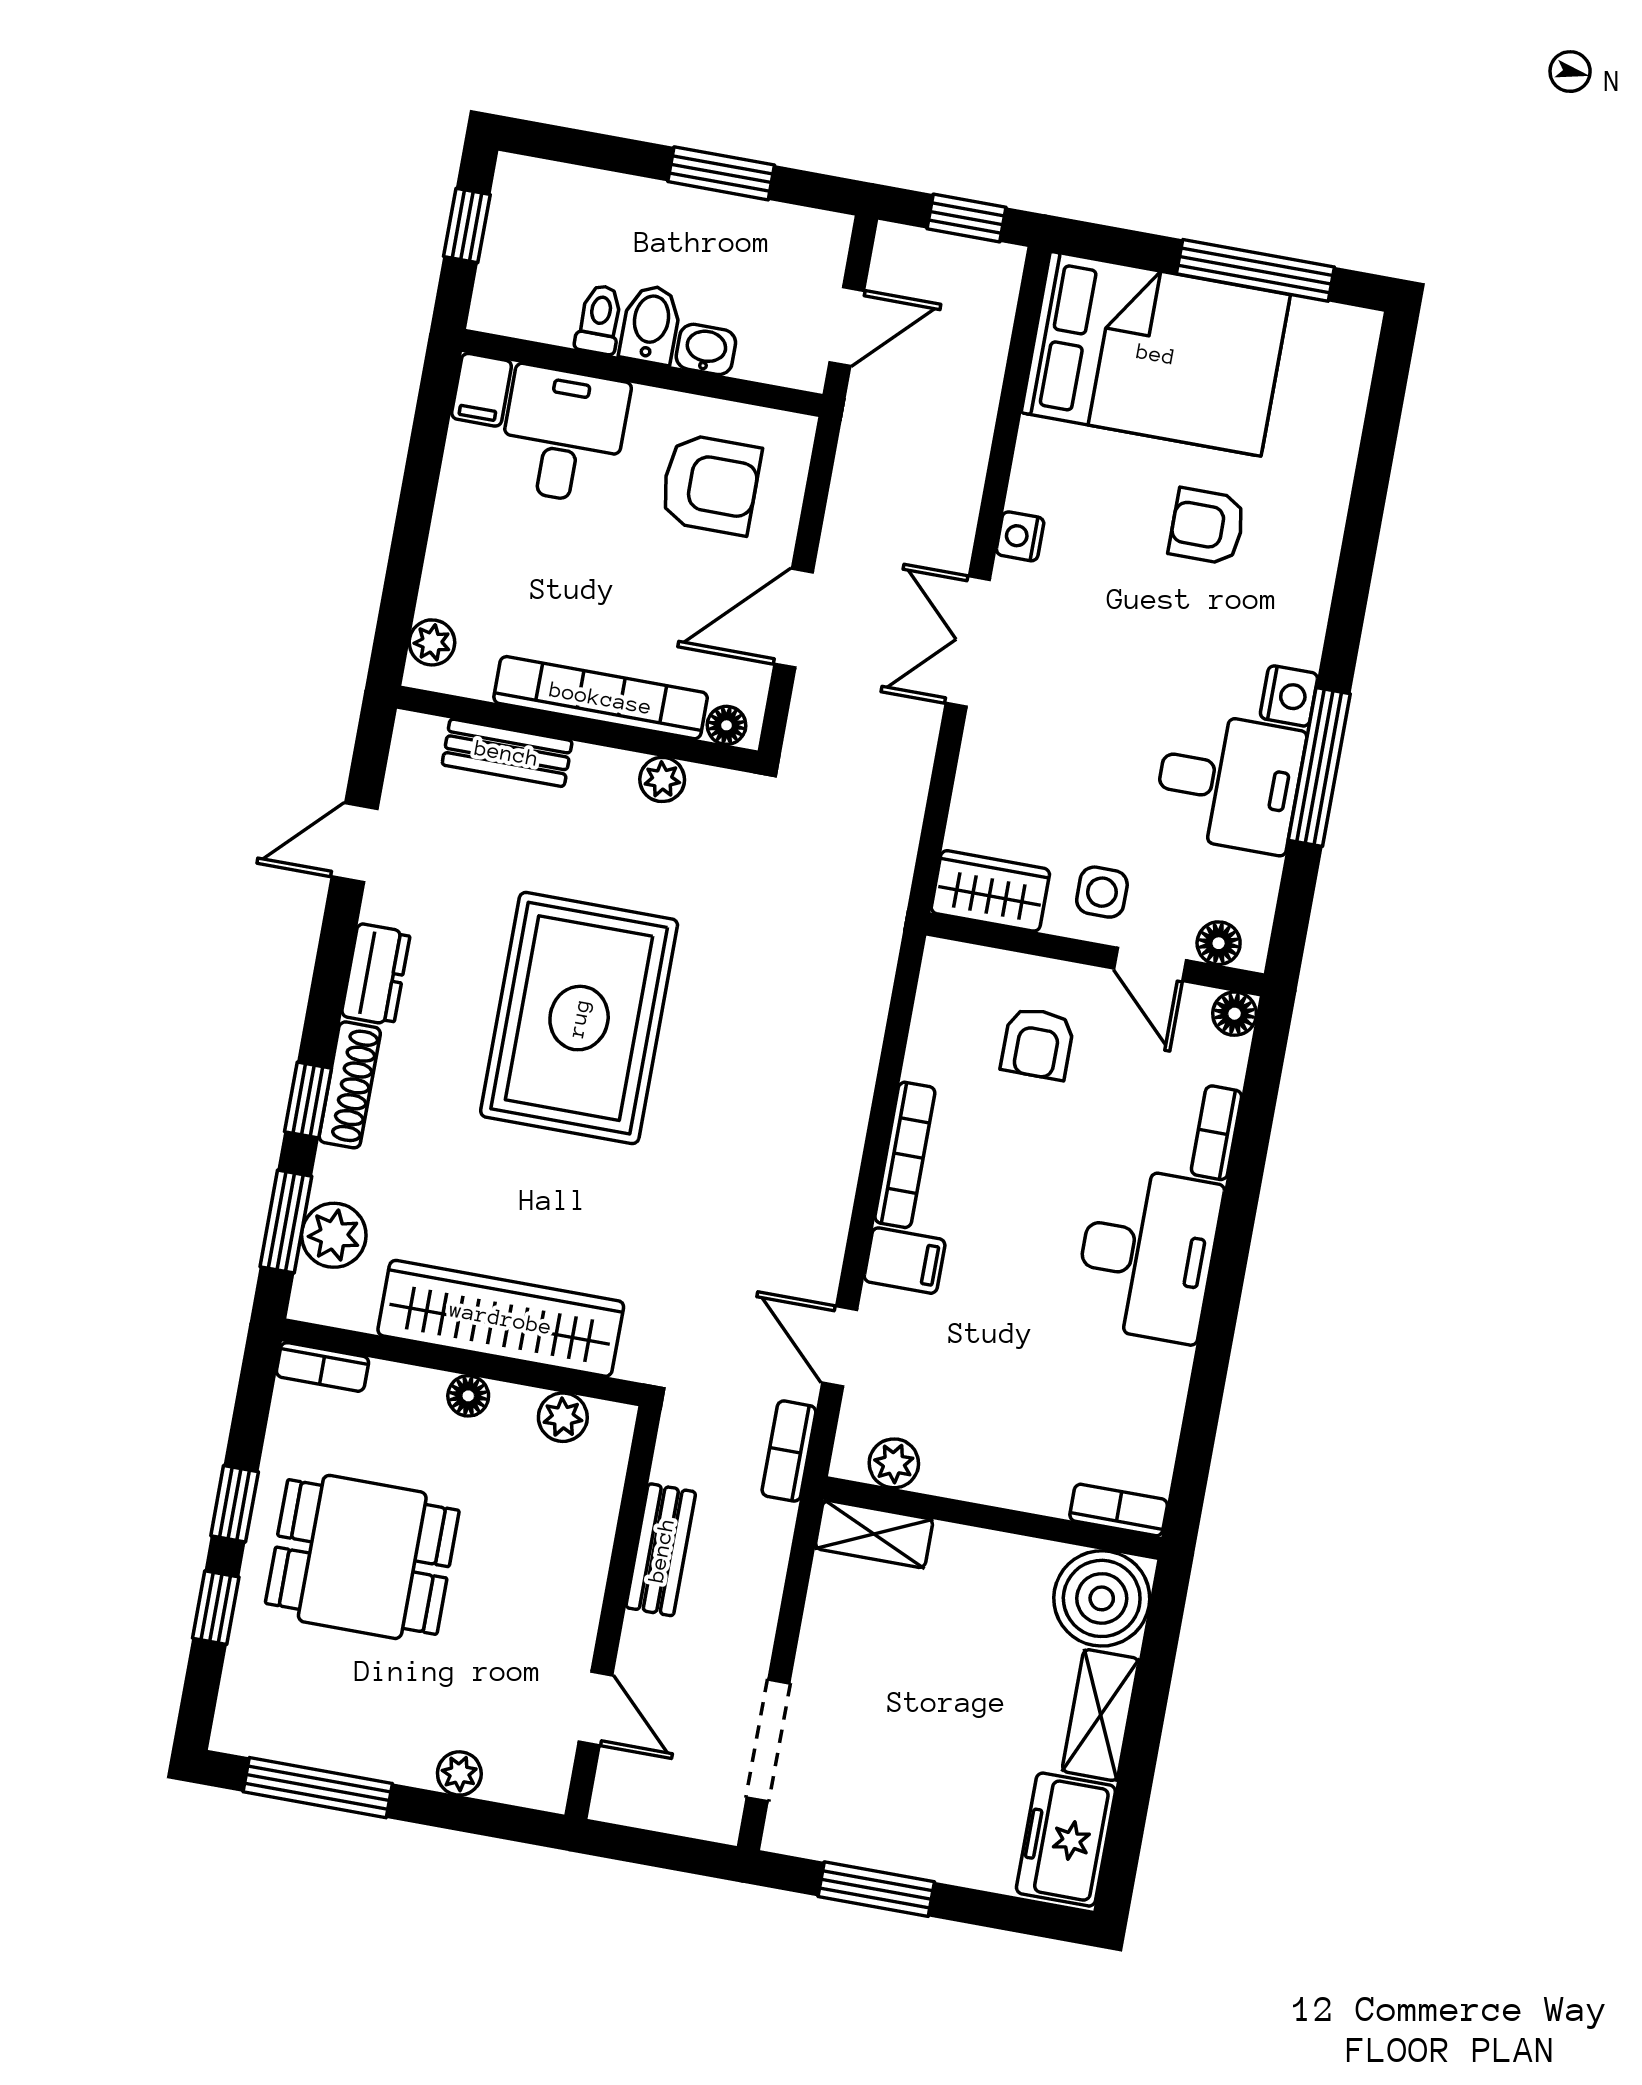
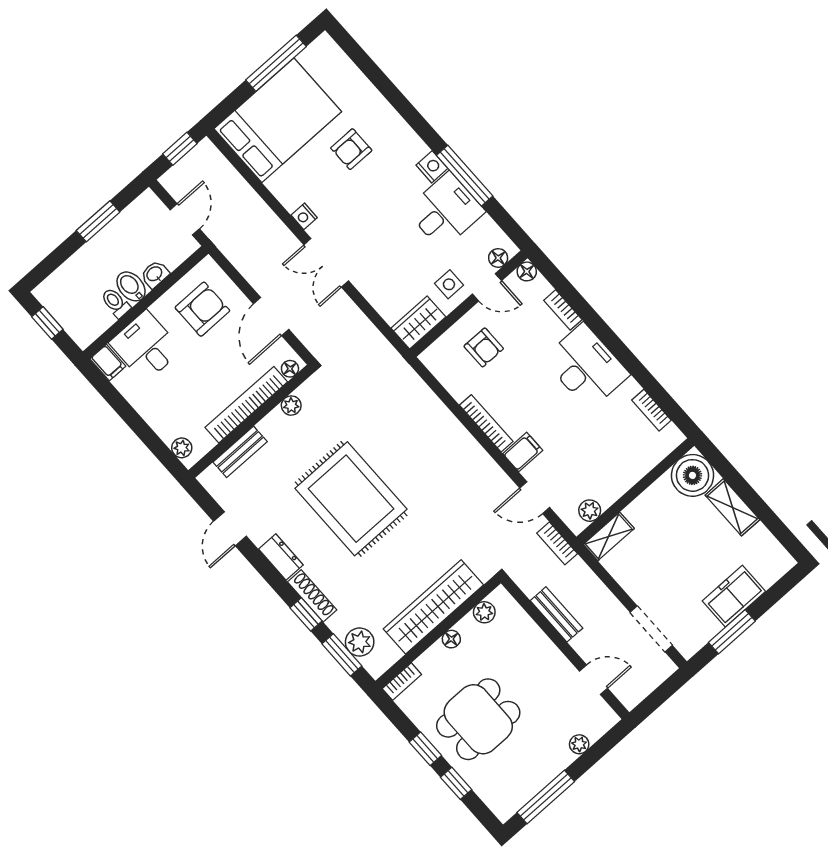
bookcase: (1119, 1510) -> (652, 410), moved, turned -90
freezer: (1066, 1840) -> (734, 596), moved, turned 90

